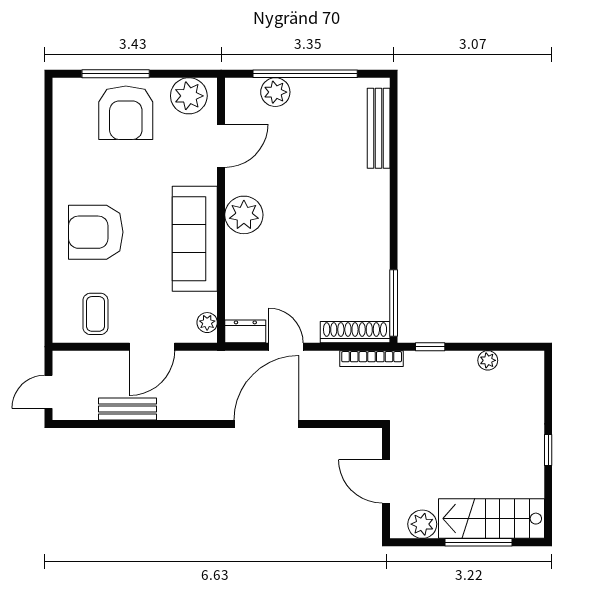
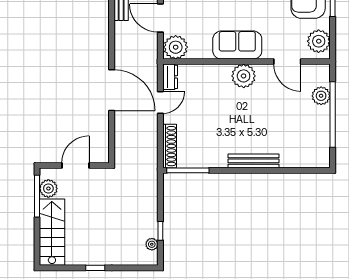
bench: (379, 128) -> (253, 161), moved
sofa: (195, 239) -> (237, 45), width x0.73
plant: (207, 323) -> (176, 47), width x1.87, depth x1.87
window: (430, 347) -> (160, 231), moved
bookcase: (372, 359) -> (153, 157), removed
plant: (488, 360) -> (152, 244), moved
window: (479, 542) -> (37, 196), moved

